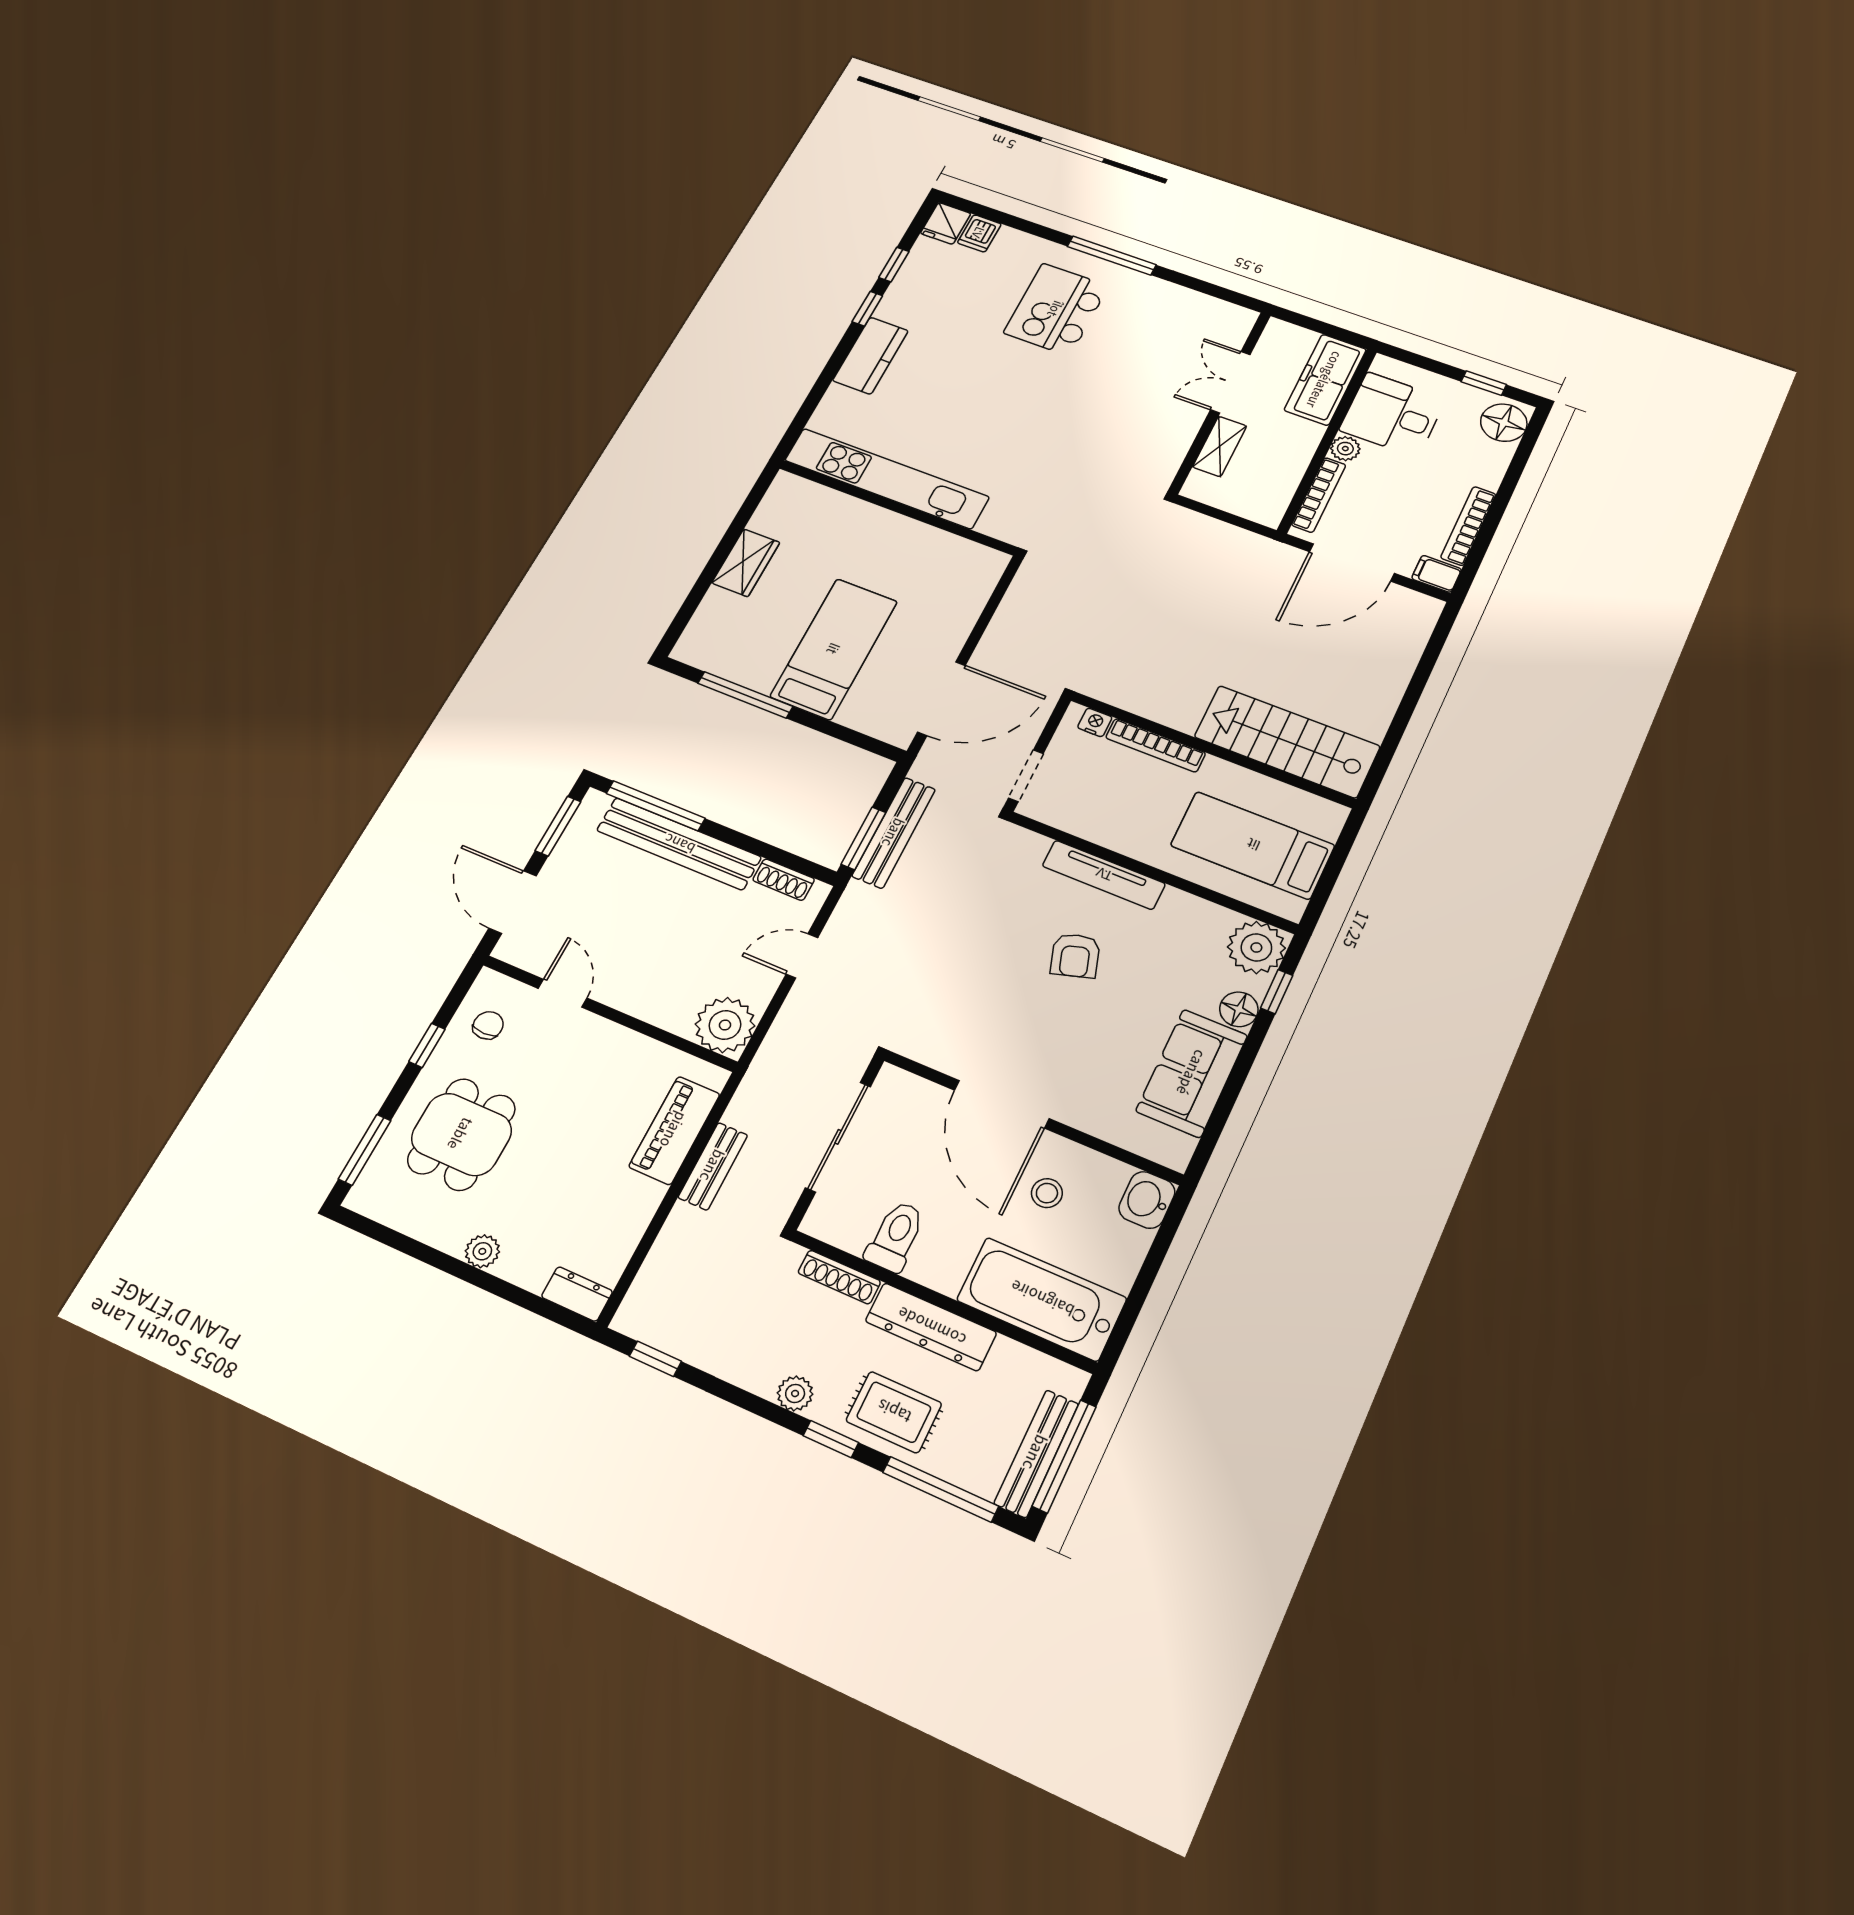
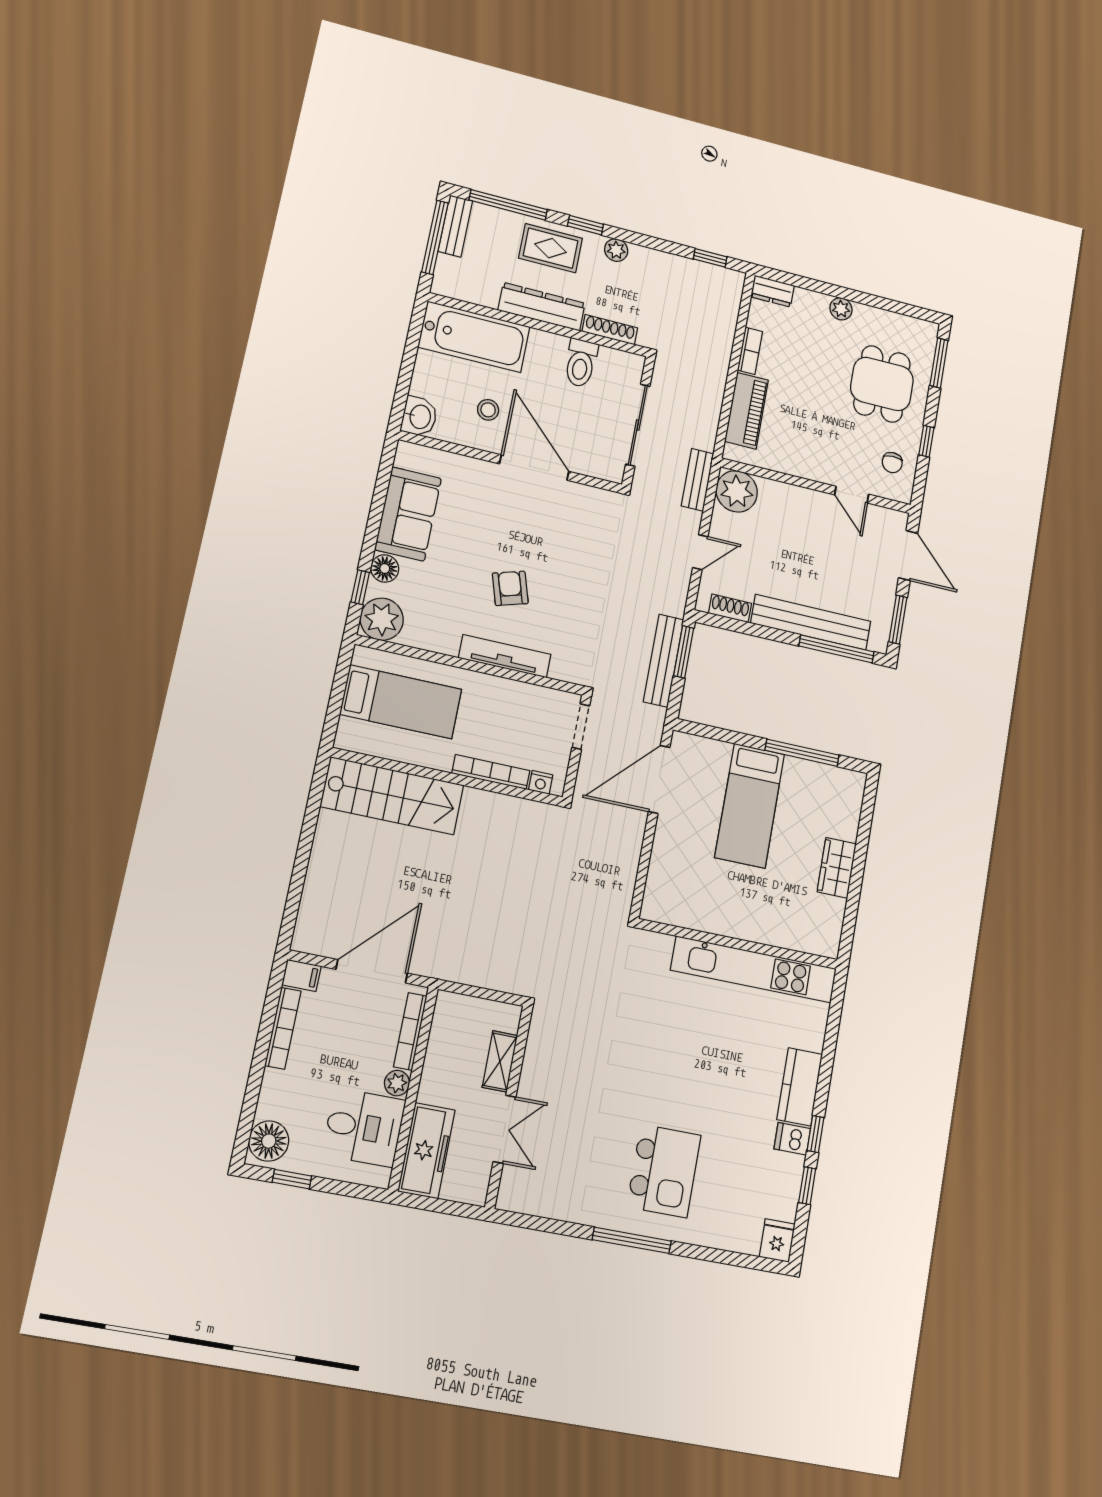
dishwasher: (979, 233) -> (792, 1139), moved, turned -90
bench: (713, 1166) -> (697, 480), moved
bookcase: (641, 1213) -> (750, 351), added
bench: (1036, 1453) -> (455, 226), width x0.73

